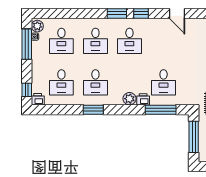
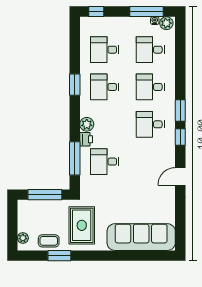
printer: (38, 99) -> (86, 24), removed

